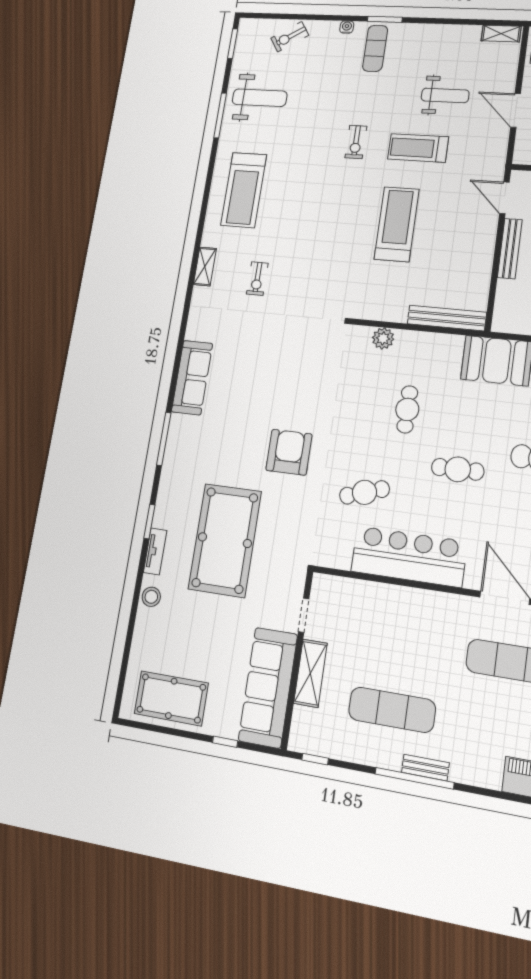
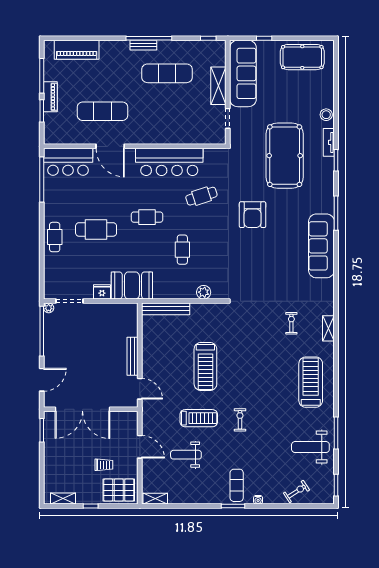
sofa: (192, 378) -> (321, 246), width x1.36, depth x1.27

